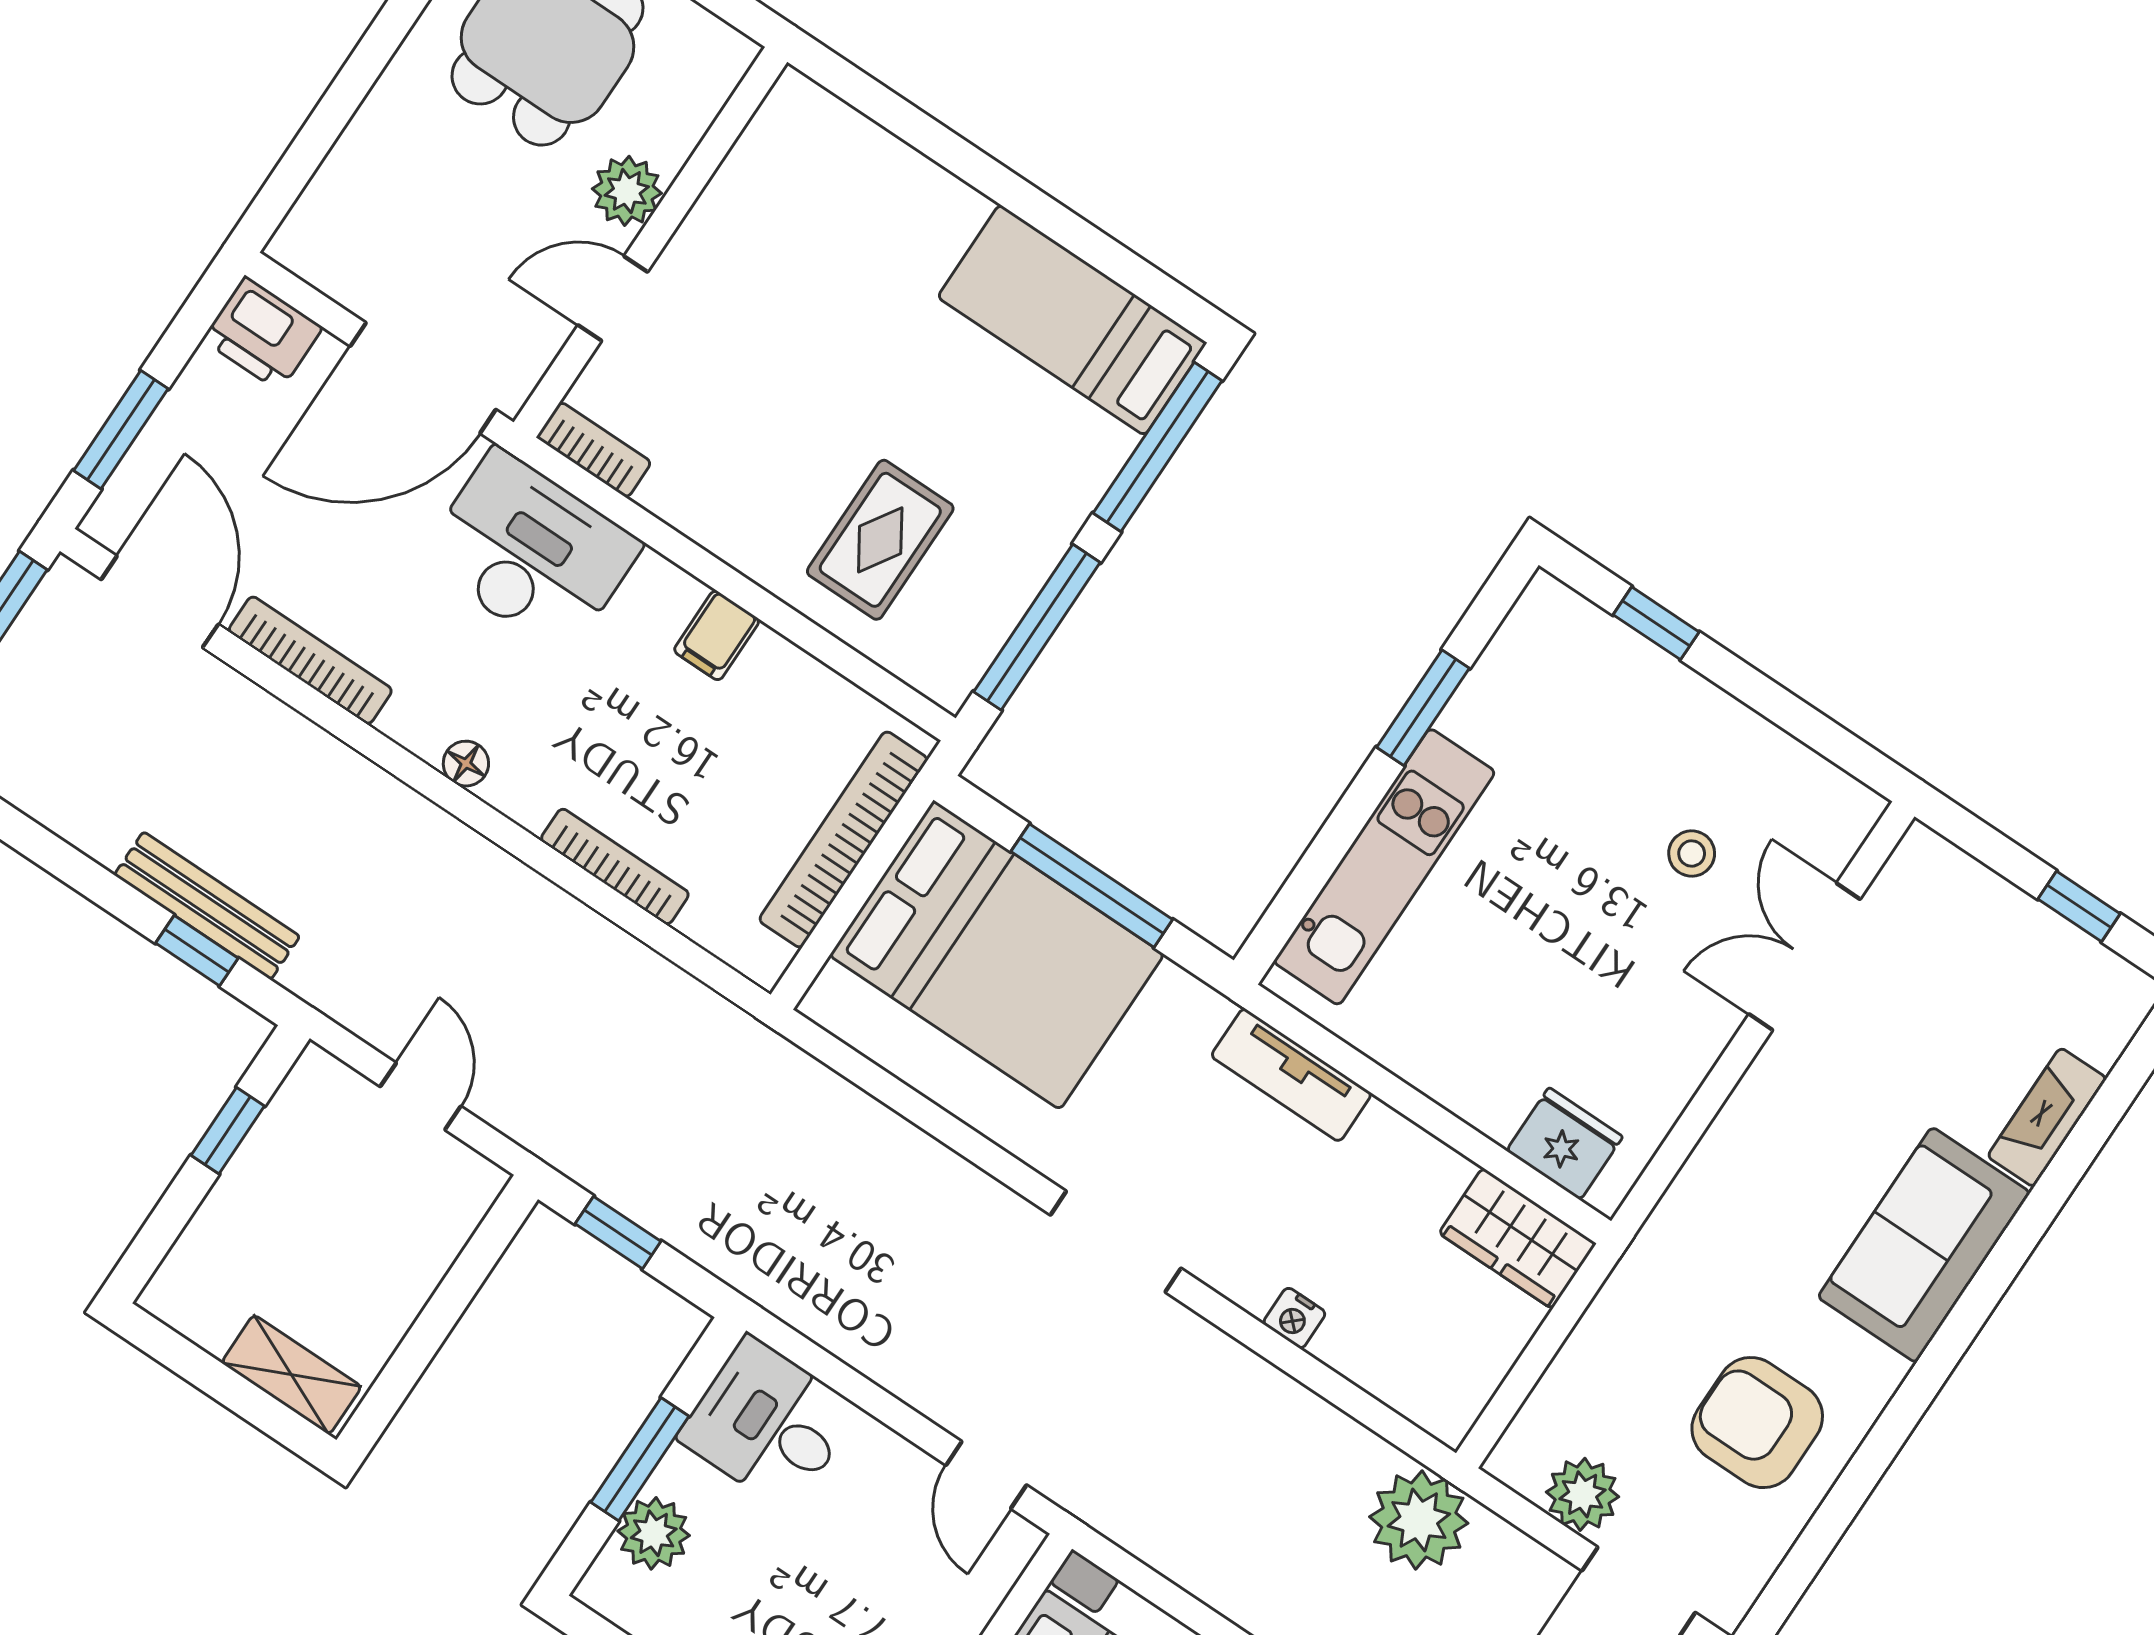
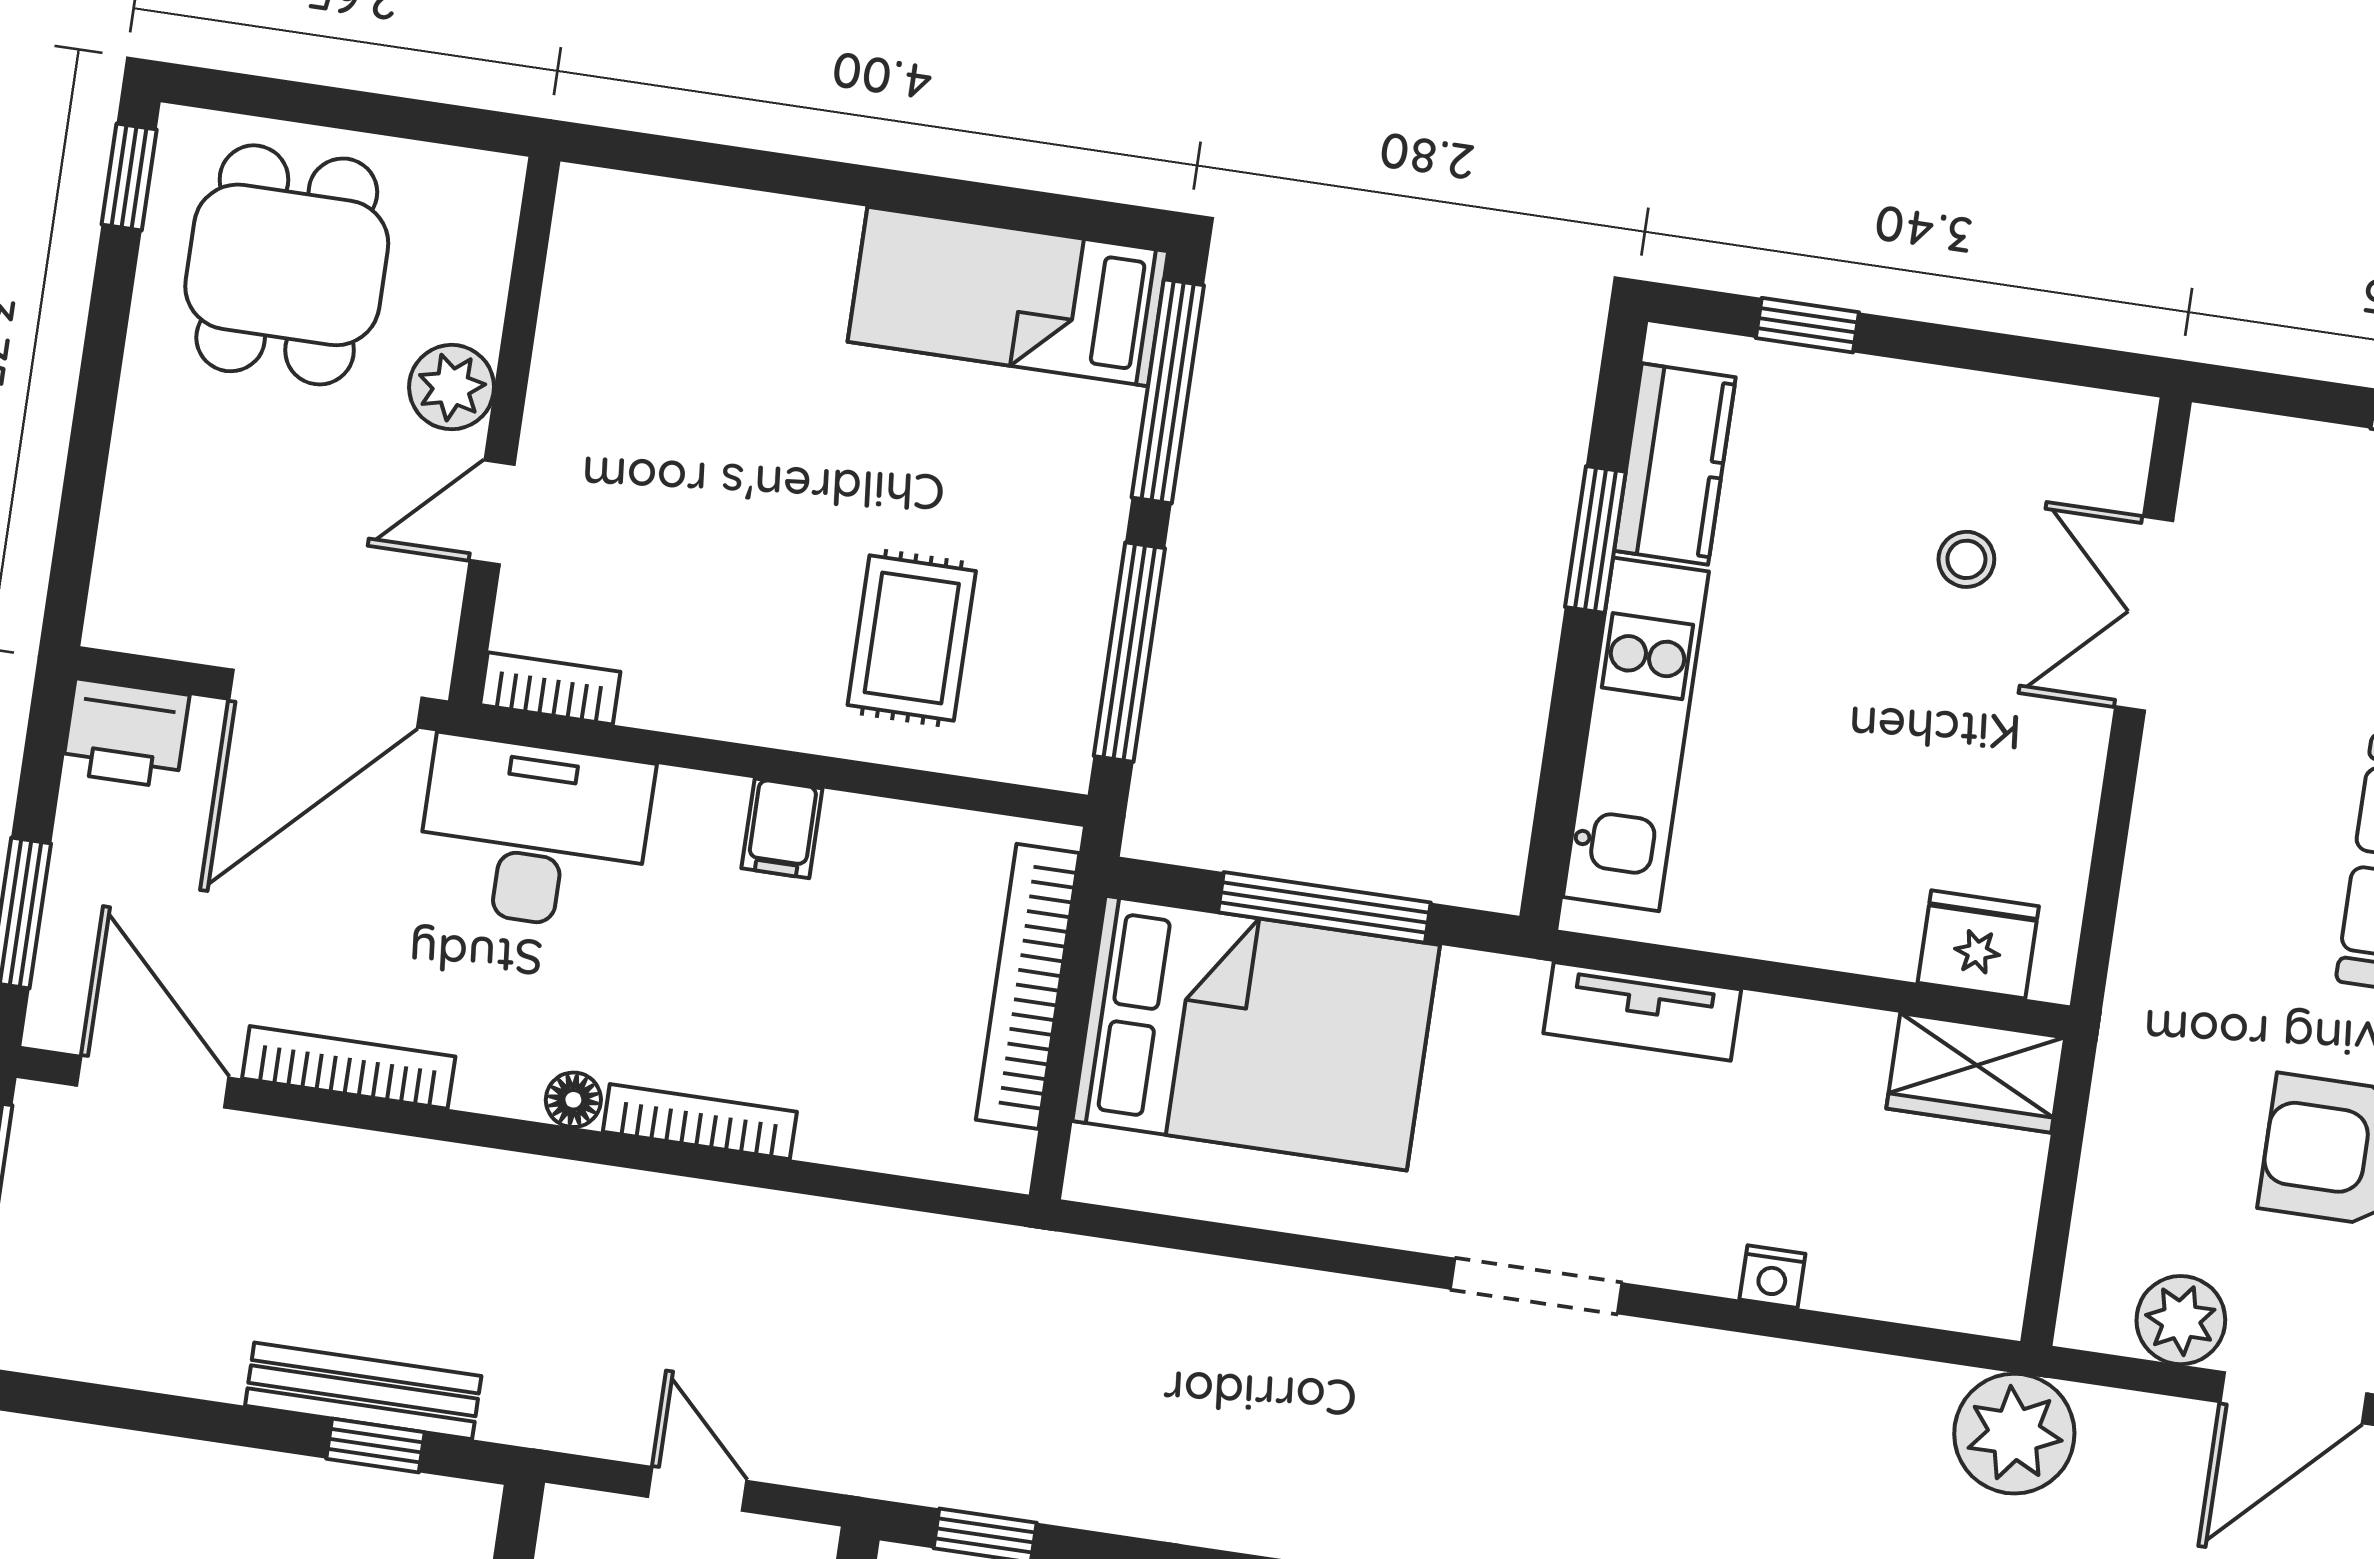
kitchen counter: (1509, 680) -> (1675, 464), added
bookcase: (615, 866) -> (700, 1122), moved

